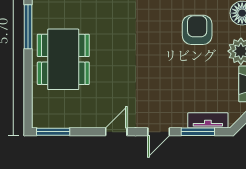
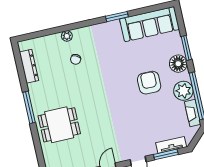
dining table: (63, 59) -> (59, 125), width x0.73

